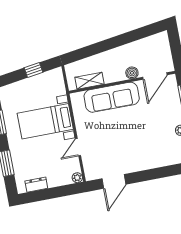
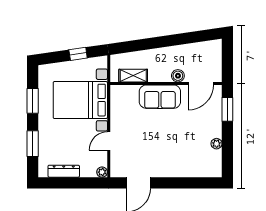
sofa: (112, 97) -> (160, 97), width x0.73
bed with nightstands: (45, 121) -> (80, 100), width x1.36
dresser: (36, 185) -> (64, 171), width x1.44

